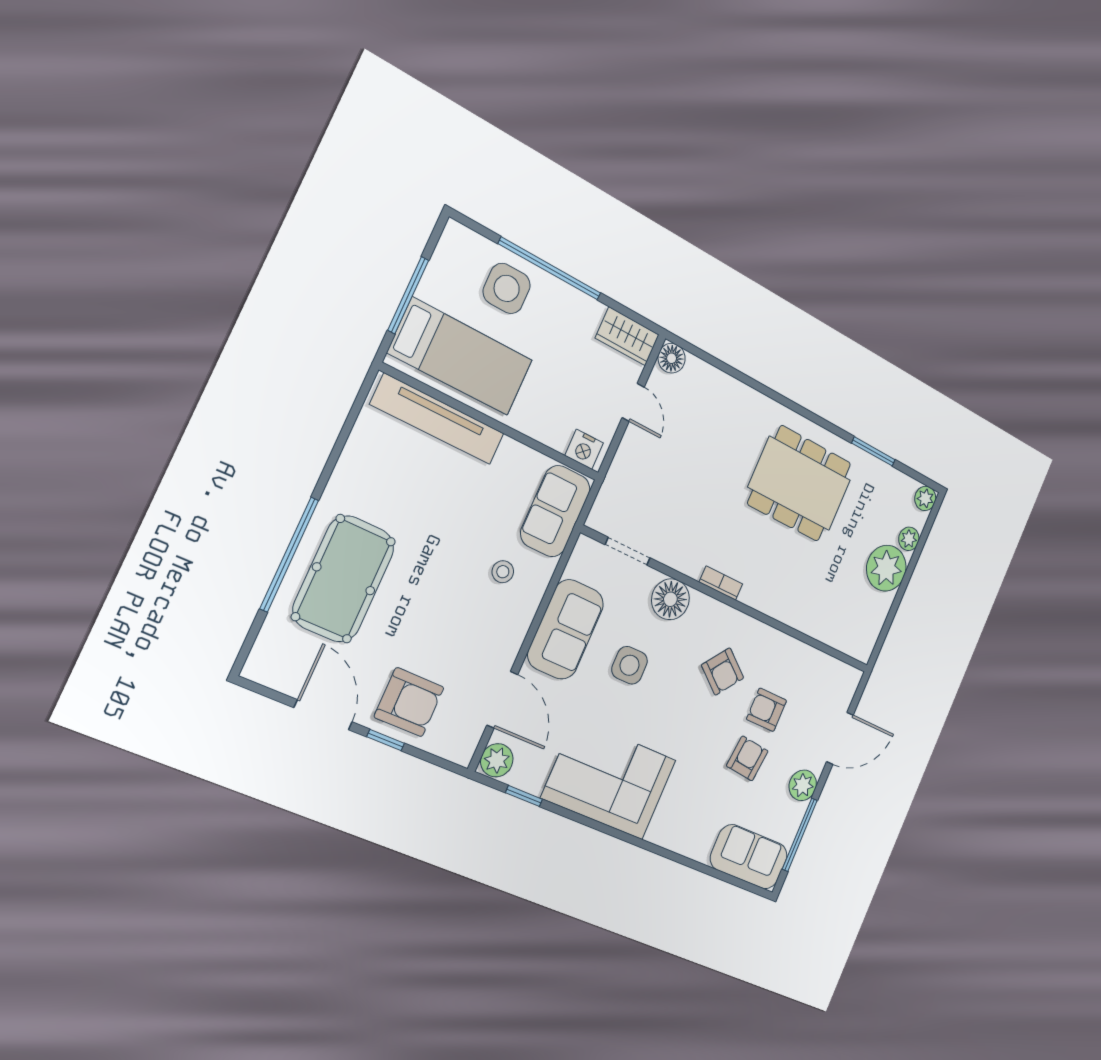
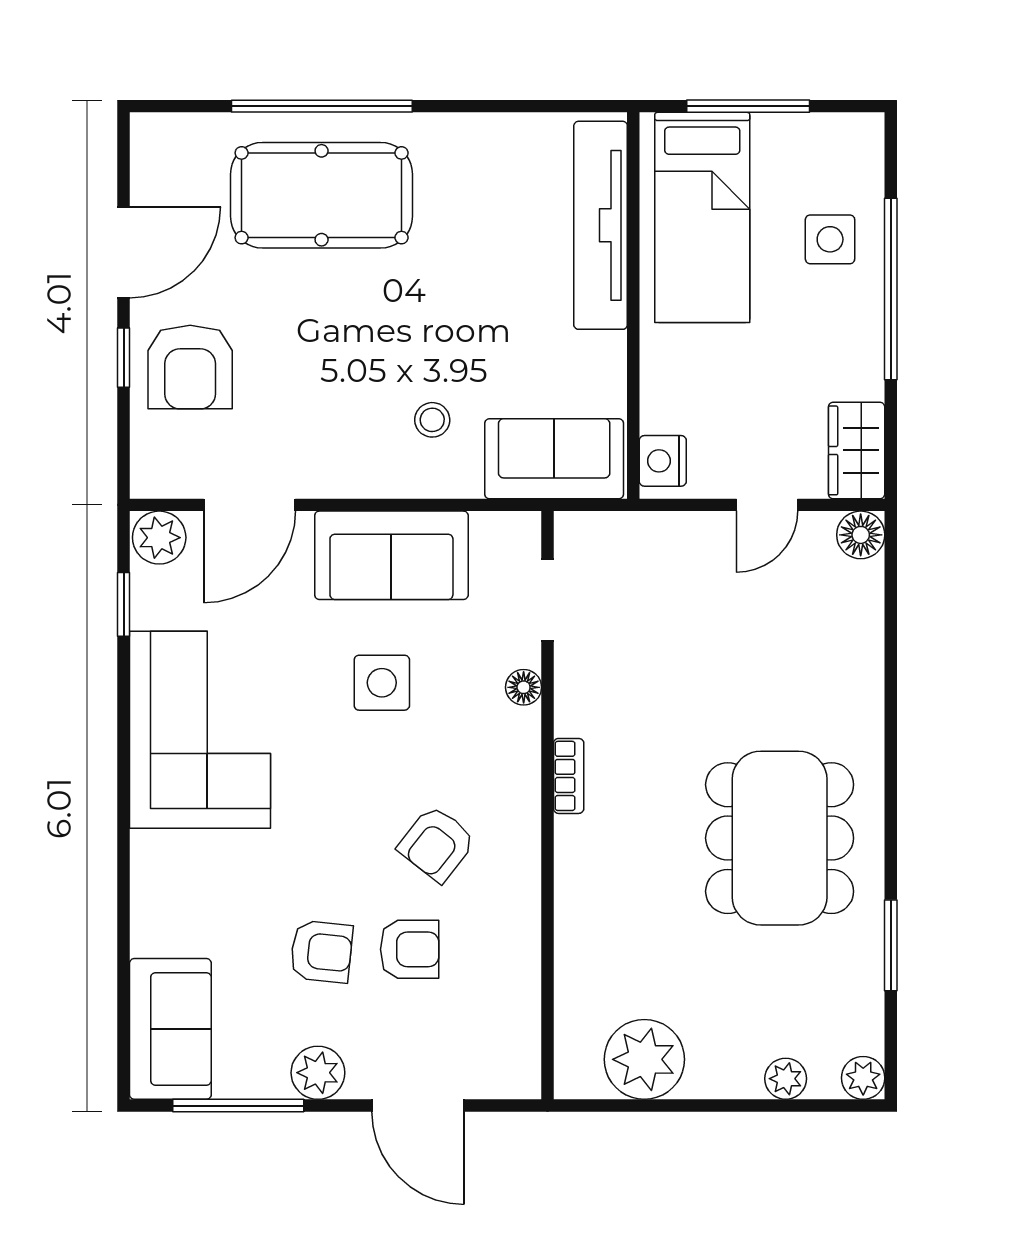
side table: (507, 288) -> (830, 239), width x0.73, depth x0.73
plant: (886, 568) -> (644, 1059), moved
floor lamp: (670, 599) -> (524, 687), width x0.53, depth x0.53
armchair: (767, 710) -> (410, 949), turned 90

